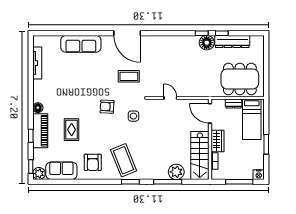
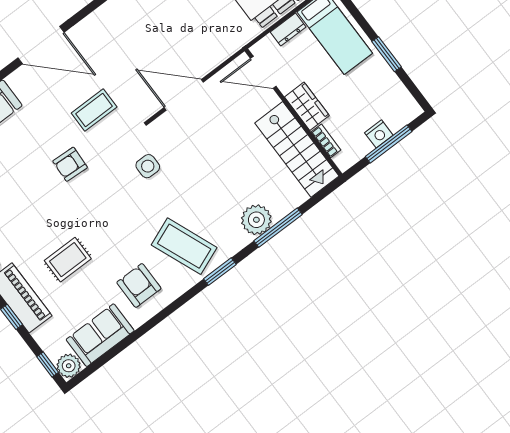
door: (170, 98) -> (184, 95), width x1.87
armchair: (107, 107) -> (70, 164), moved
rug: (72, 130) -> (68, 260), turned 90
armchair: (93, 162) -> (139, 285), turned 180
plant: (176, 172) -> (256, 220), moved
nightstand: (259, 175) -> (379, 134), moved

